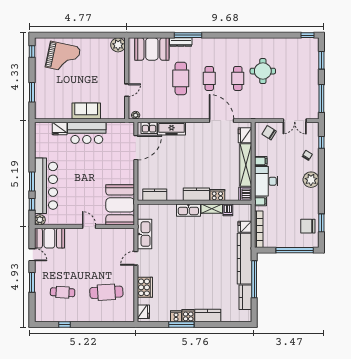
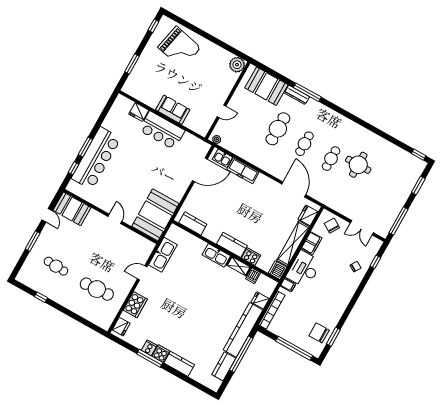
filing cabinet: (261, 161) -> (312, 243), width x2.00
plant: (311, 180) -> (346, 291), removed
plant: (40, 220) -> (73, 187), removed

